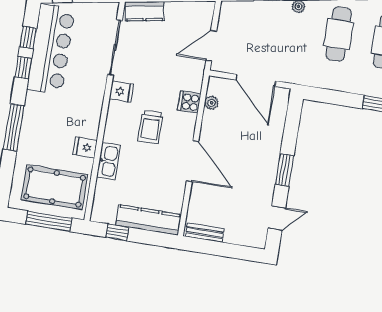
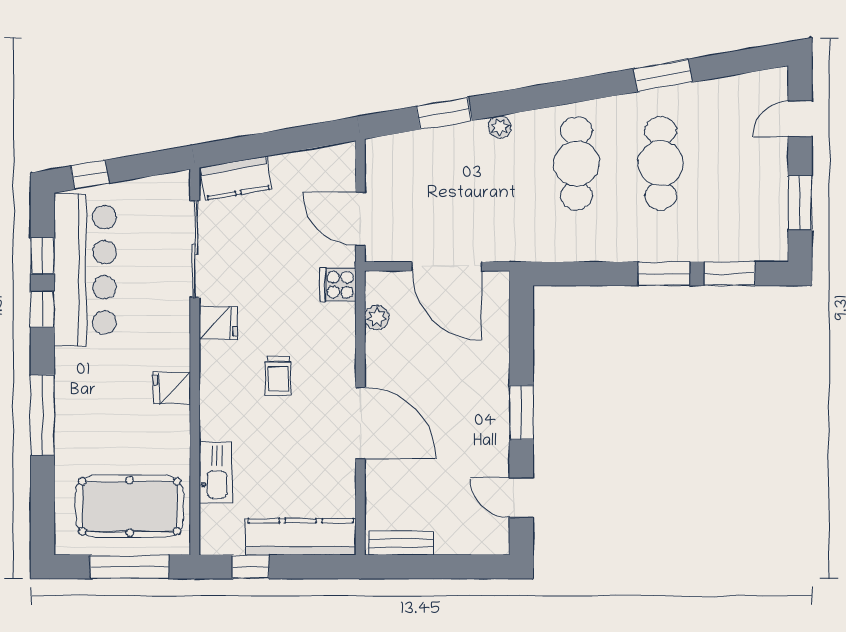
door: (211, 46) -> (360, 219), hinge flipped
cooker: (189, 102) -> (338, 285), moved
trolley: (150, 127) -> (278, 376), width x0.73, depth x0.72
fridge: (85, 147) -> (172, 388), moved
kitchen sink: (108, 161) -> (215, 472), moved
door: (277, 218) -> (521, 498), swing flipped

